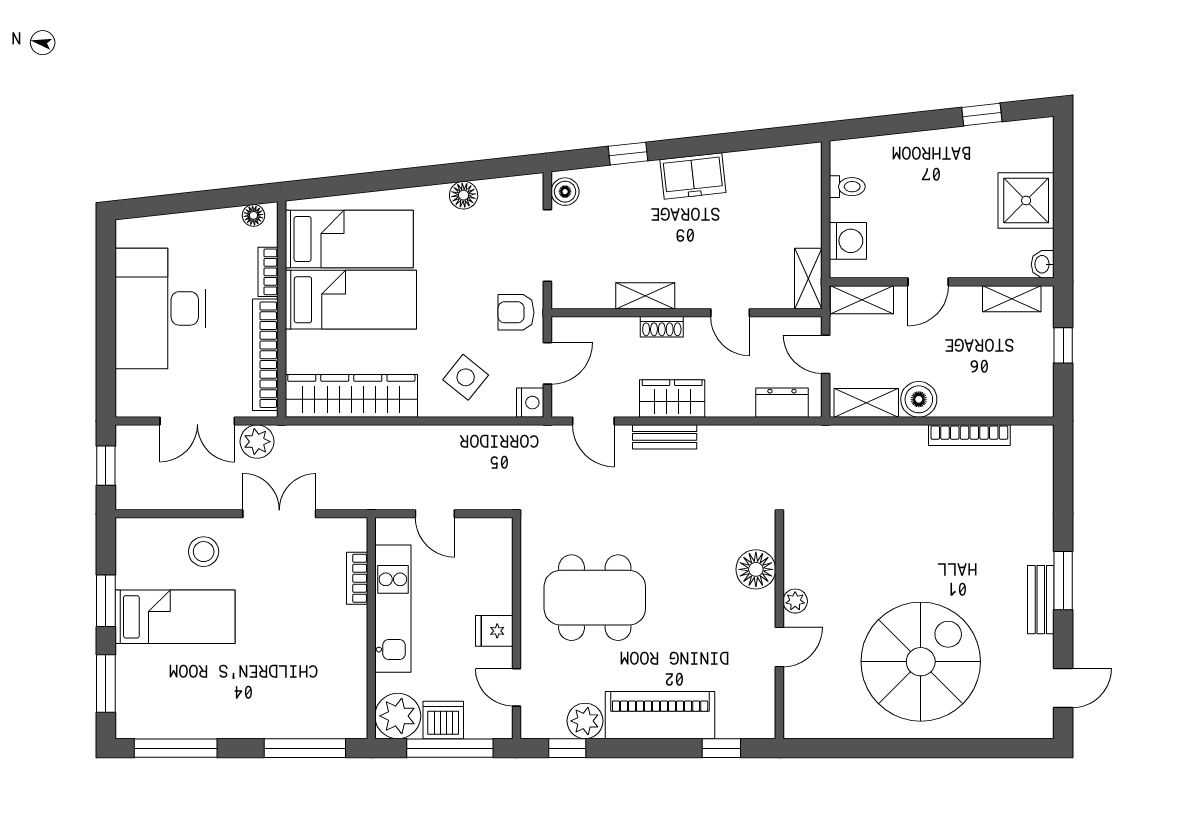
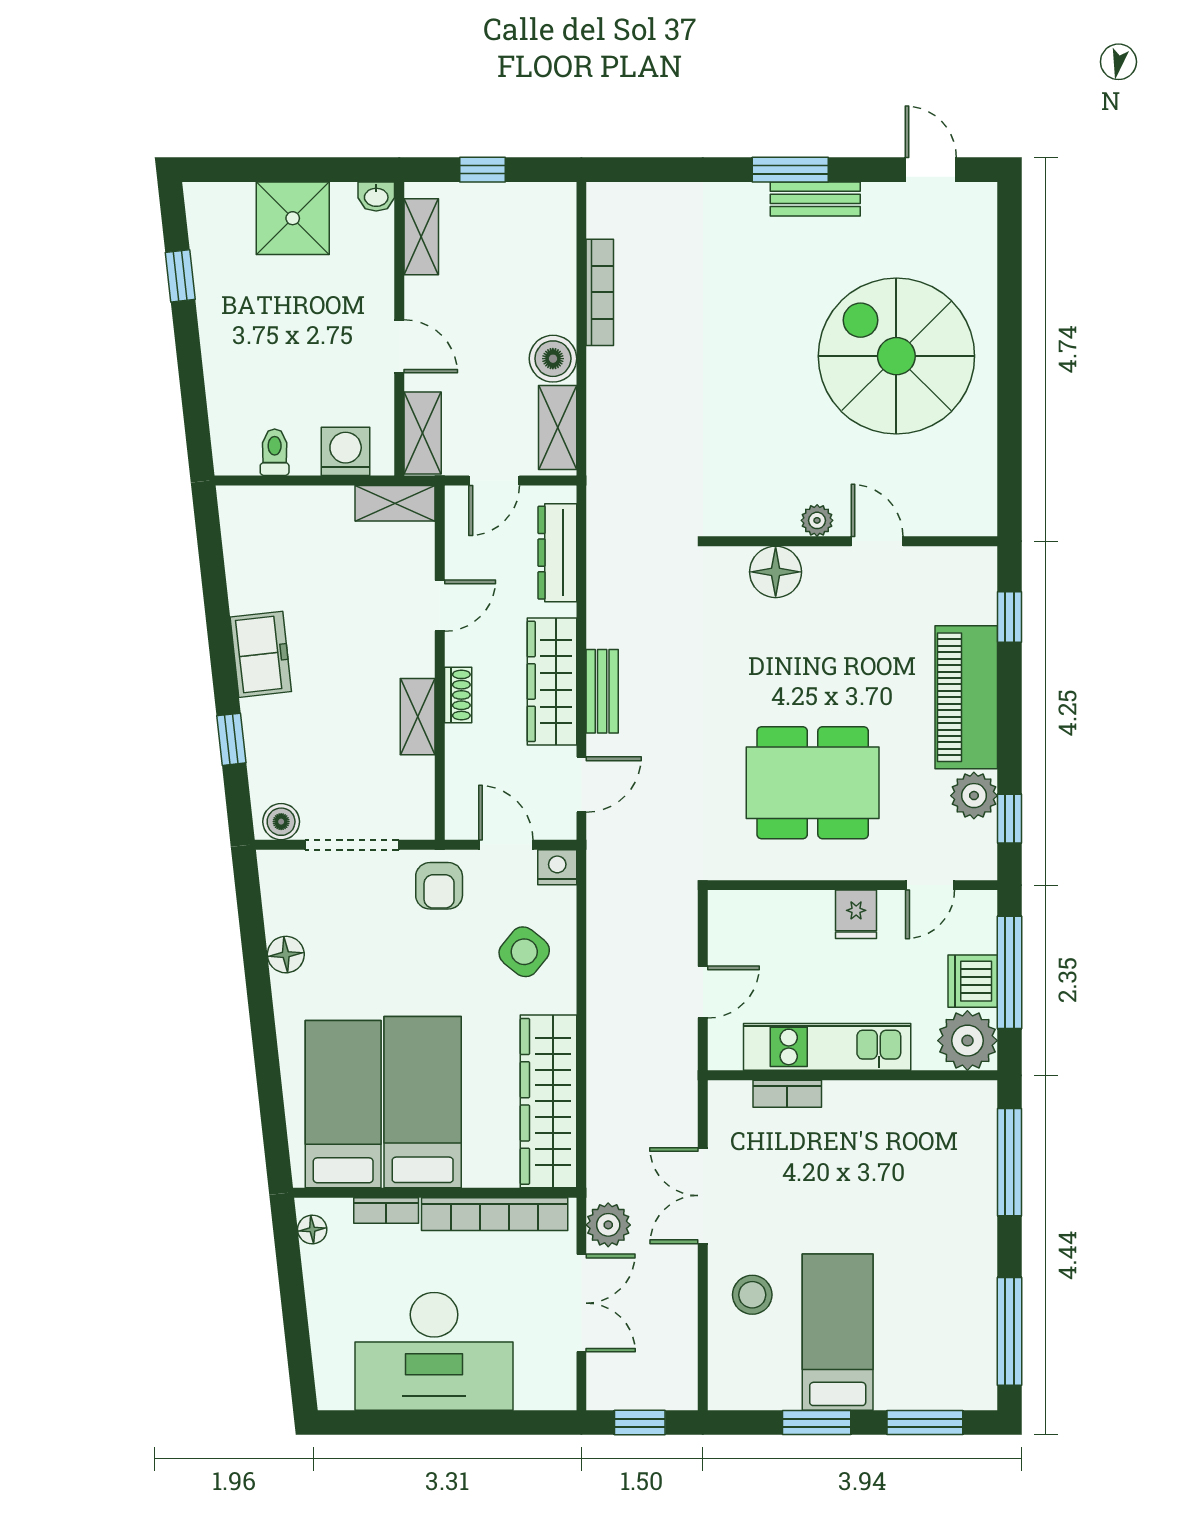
wardrobe: (672, 398) -> (552, 681), width x1.50
dresser: (782, 403) -> (557, 553), width x1.44
dining table: (595, 598) -> (813, 783), turned 90

